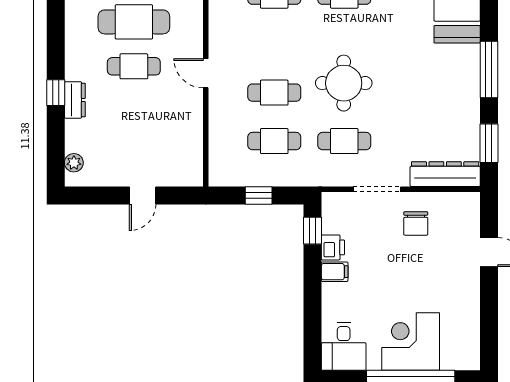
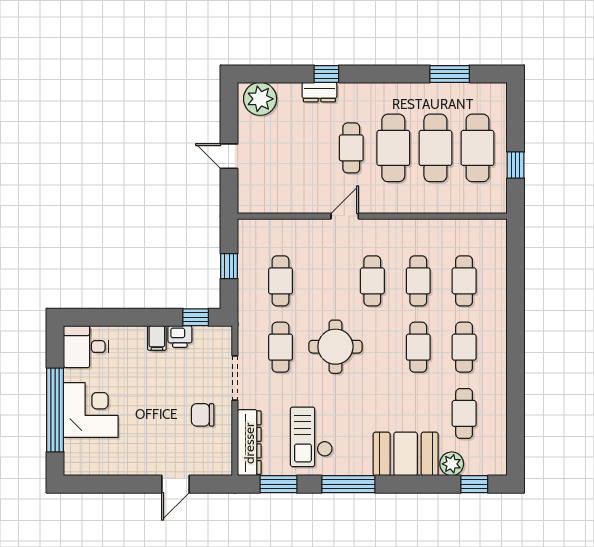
cafe table: (274, 93) -> (372, 281), moved
checkout: (439, 109) -> (311, 437), added
plant: (74, 163) -> (260, 99), width x1.88, depth x1.88

